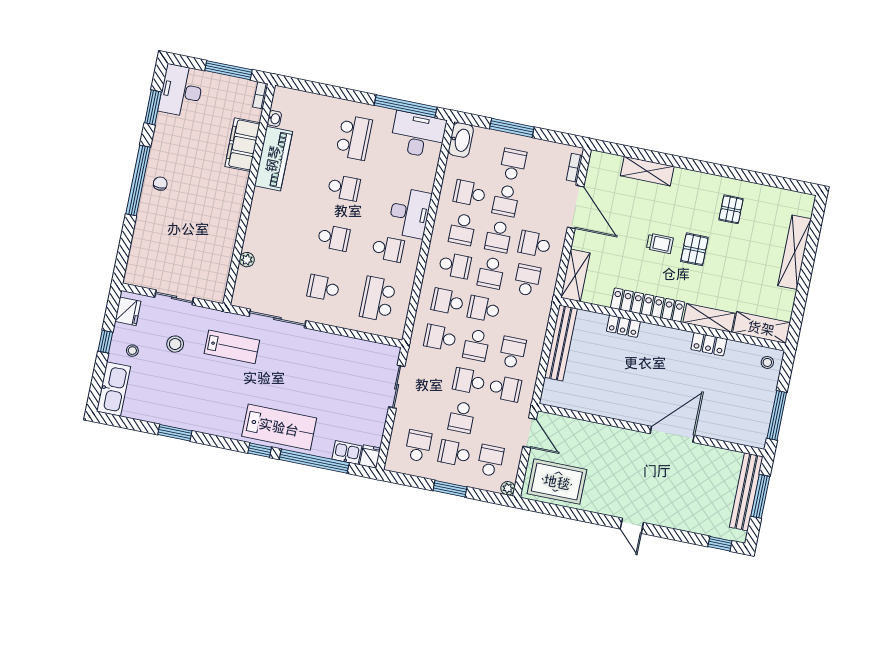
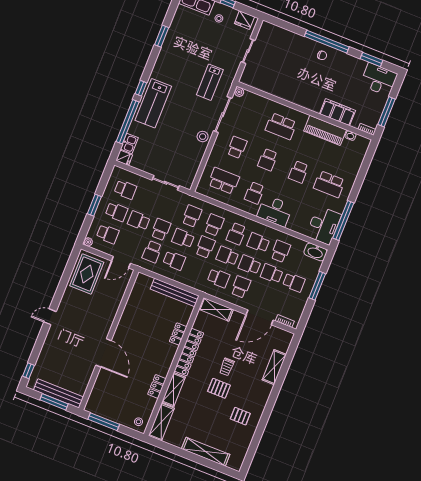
school desk: (279, 227) -> (281, 126), added
plant: (247, 260) -> (239, 92), moved
stool: (175, 344) -> (203, 137), moved
school desk: (454, 453) -> (117, 212), turned 90

